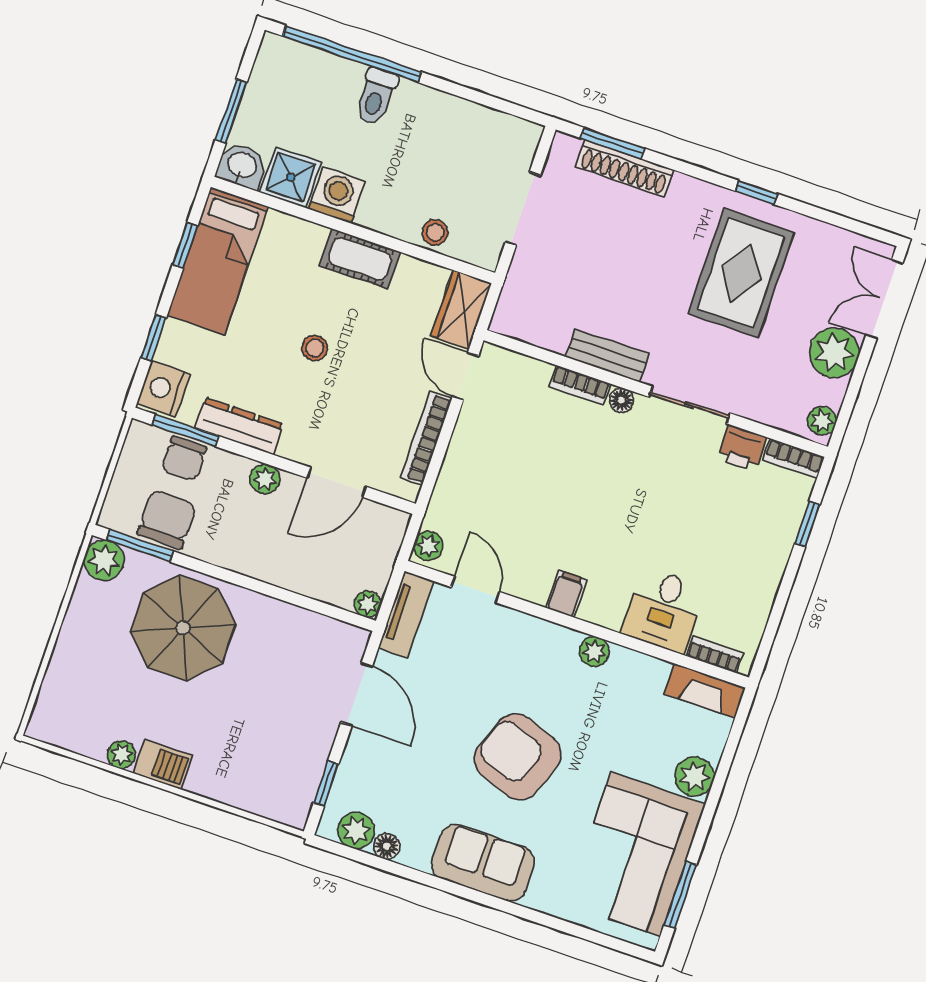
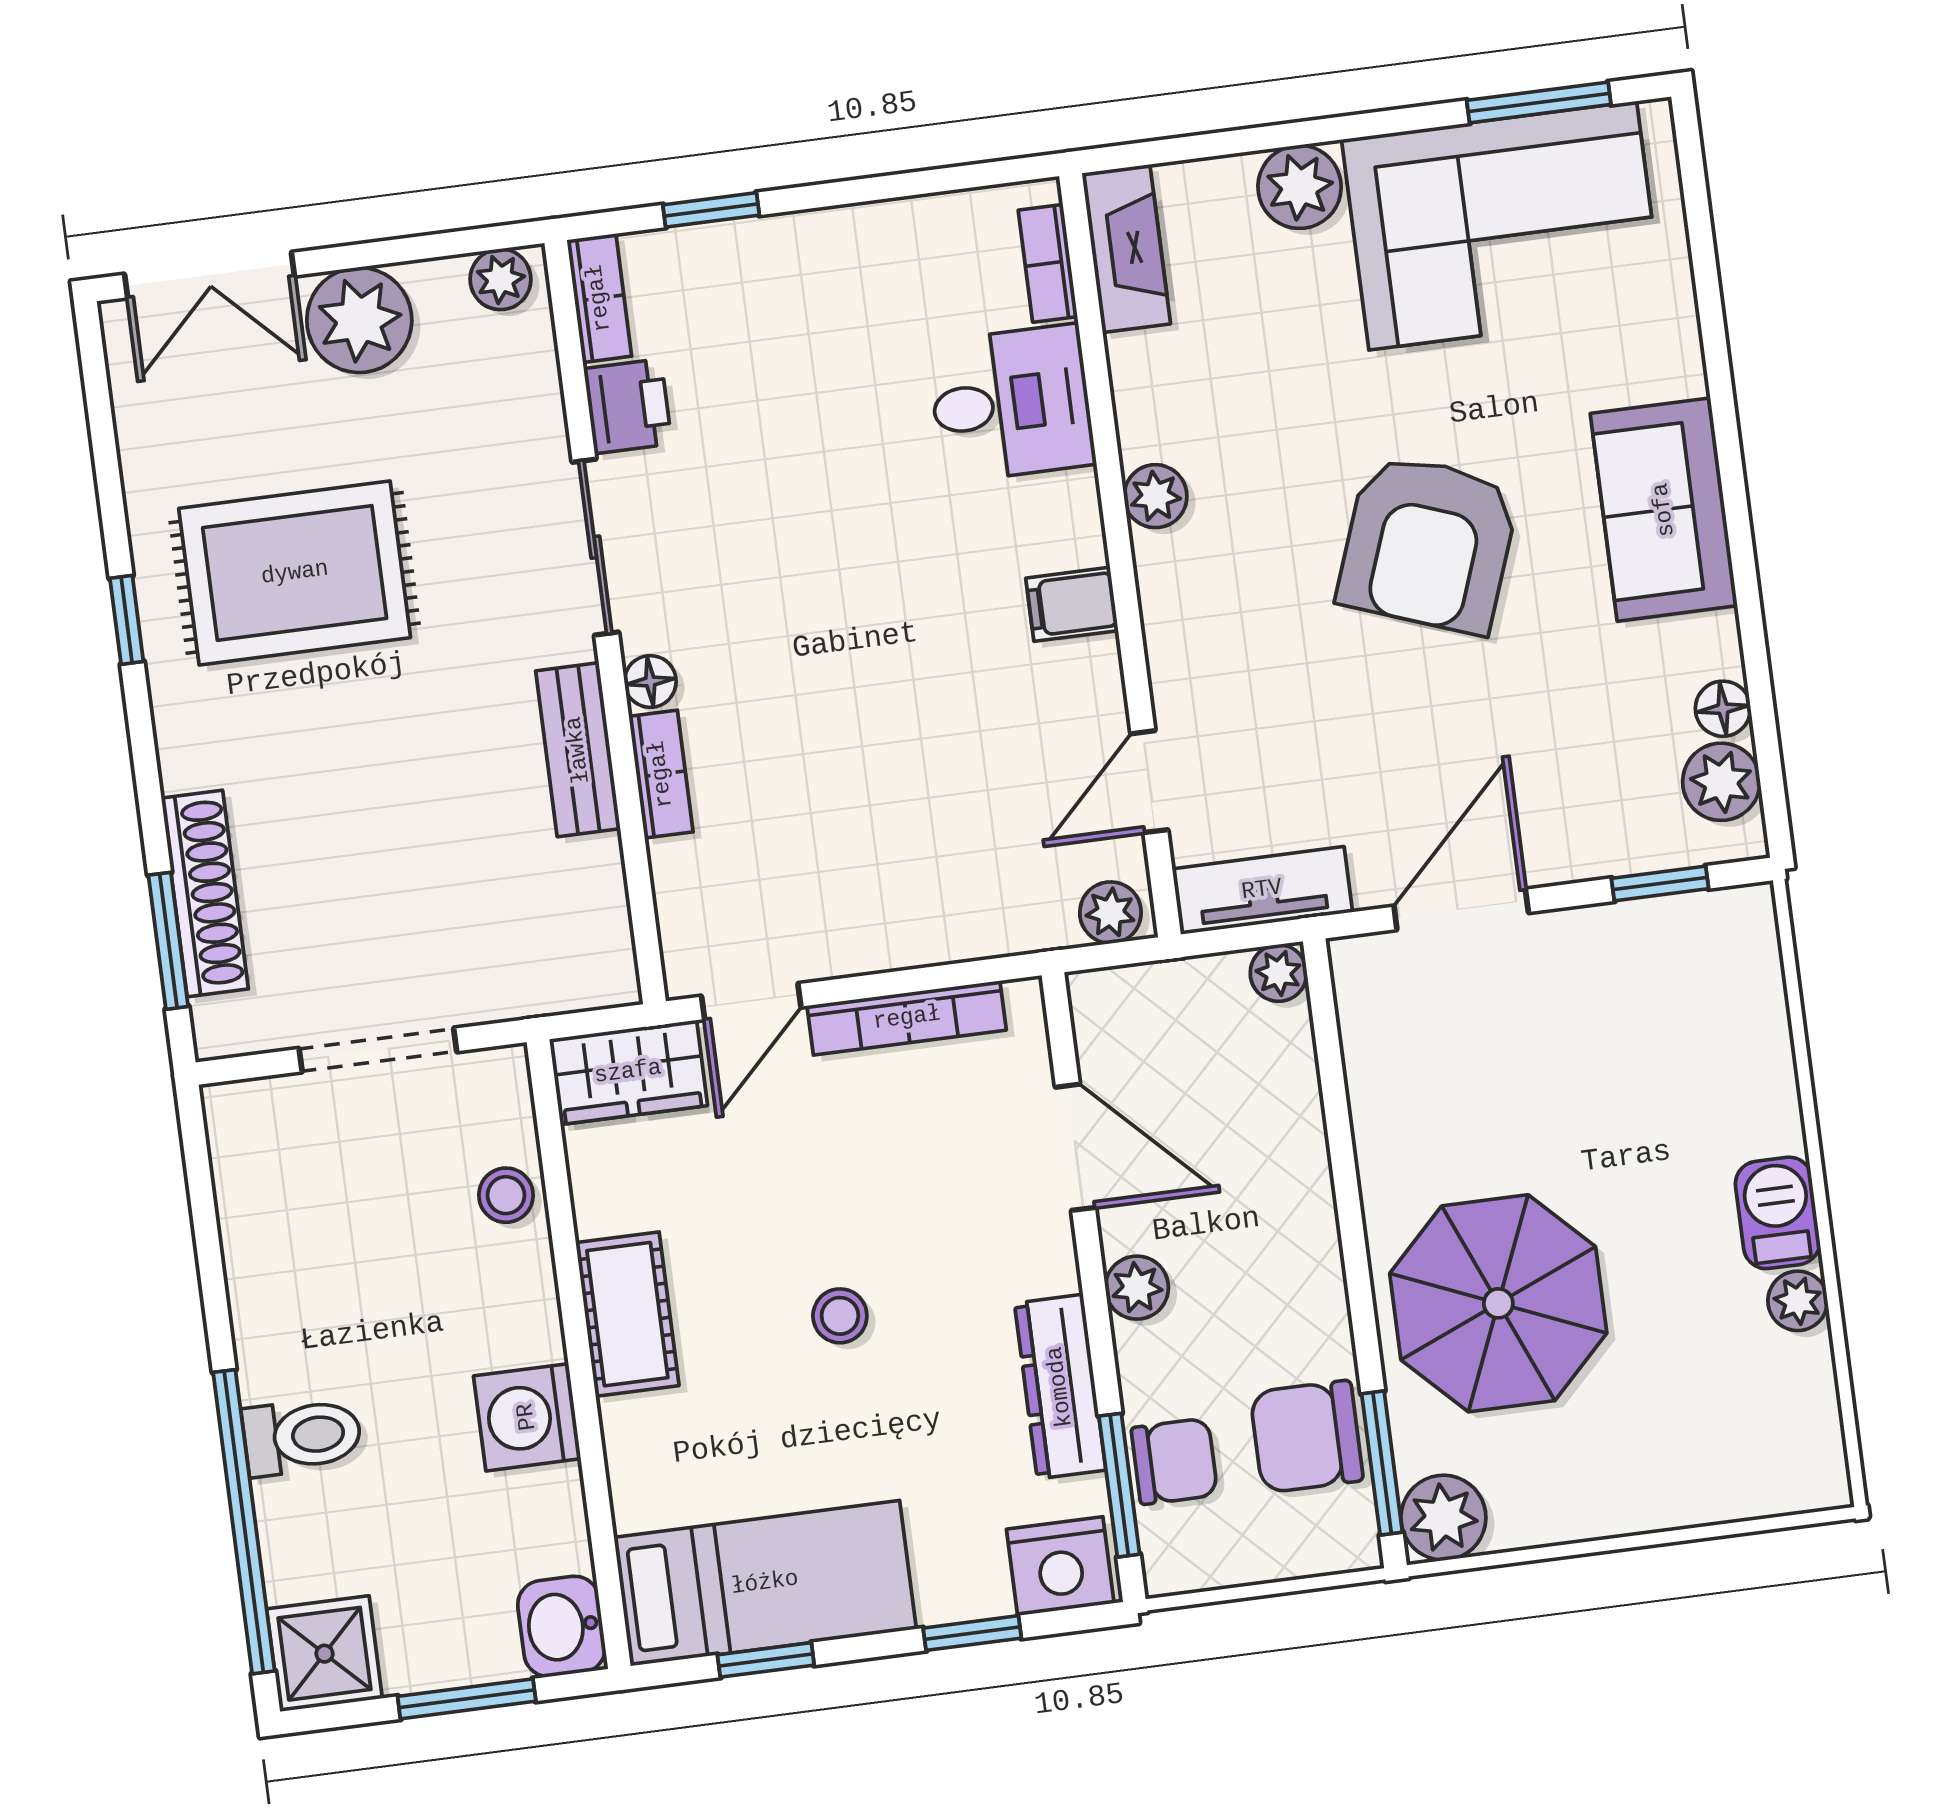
shower: (291, 177) -> (324, 1654), moved

